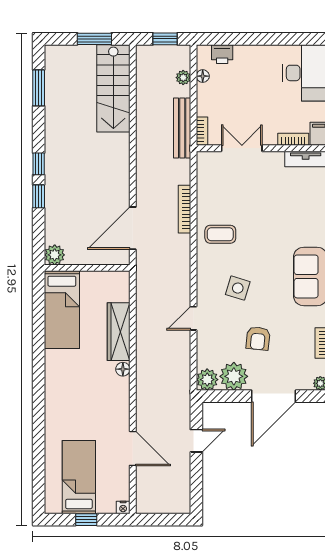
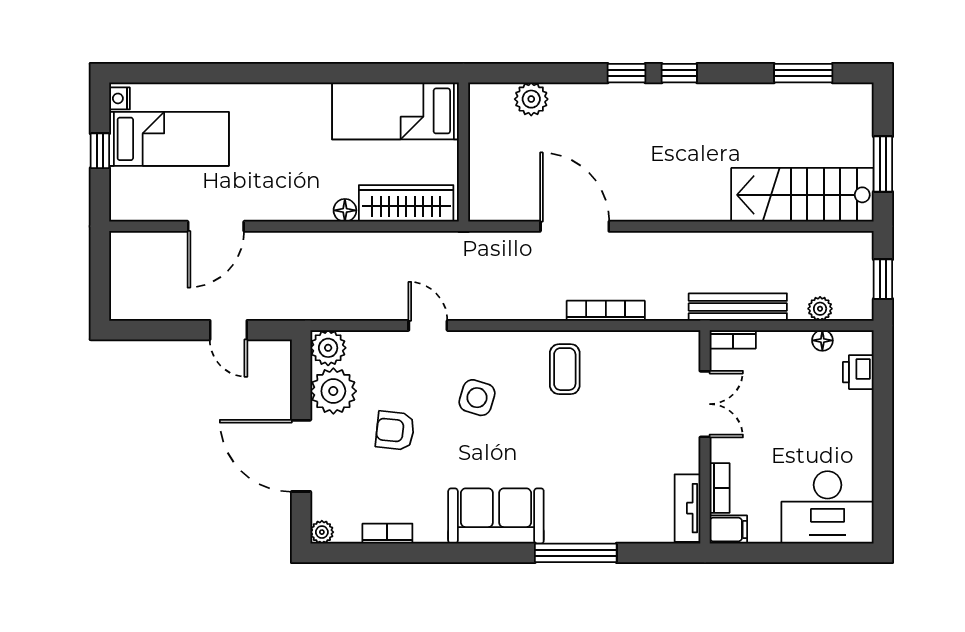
wall: (87, 268) -> (464, 152), moved
bed: (62, 310) -> (396, 111), moved
nightstand: (123, 508) -> (120, 98), moved

